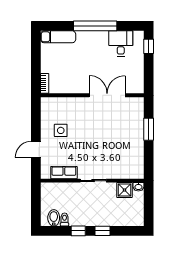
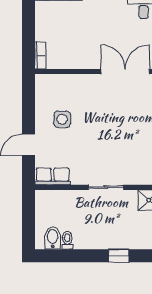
row of seats: (64, 173) -> (53, 176), moved
window: (78, 231) -> (86, 256), removed

